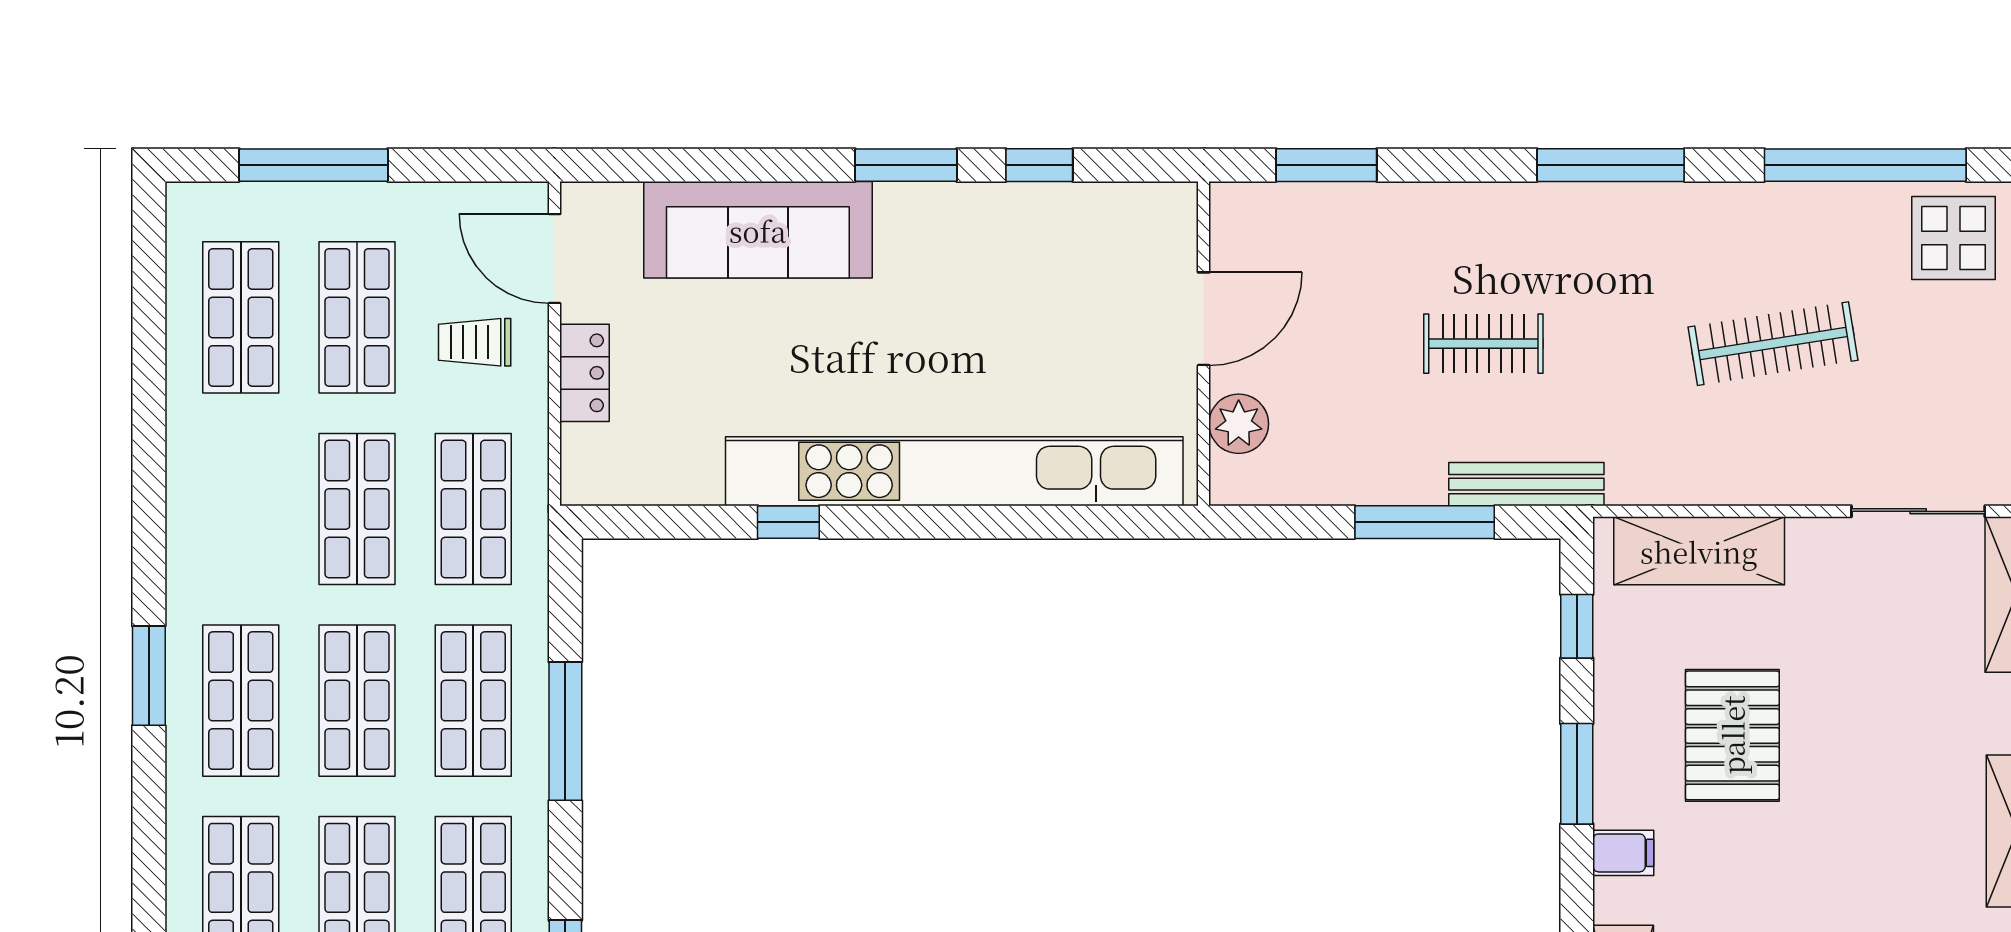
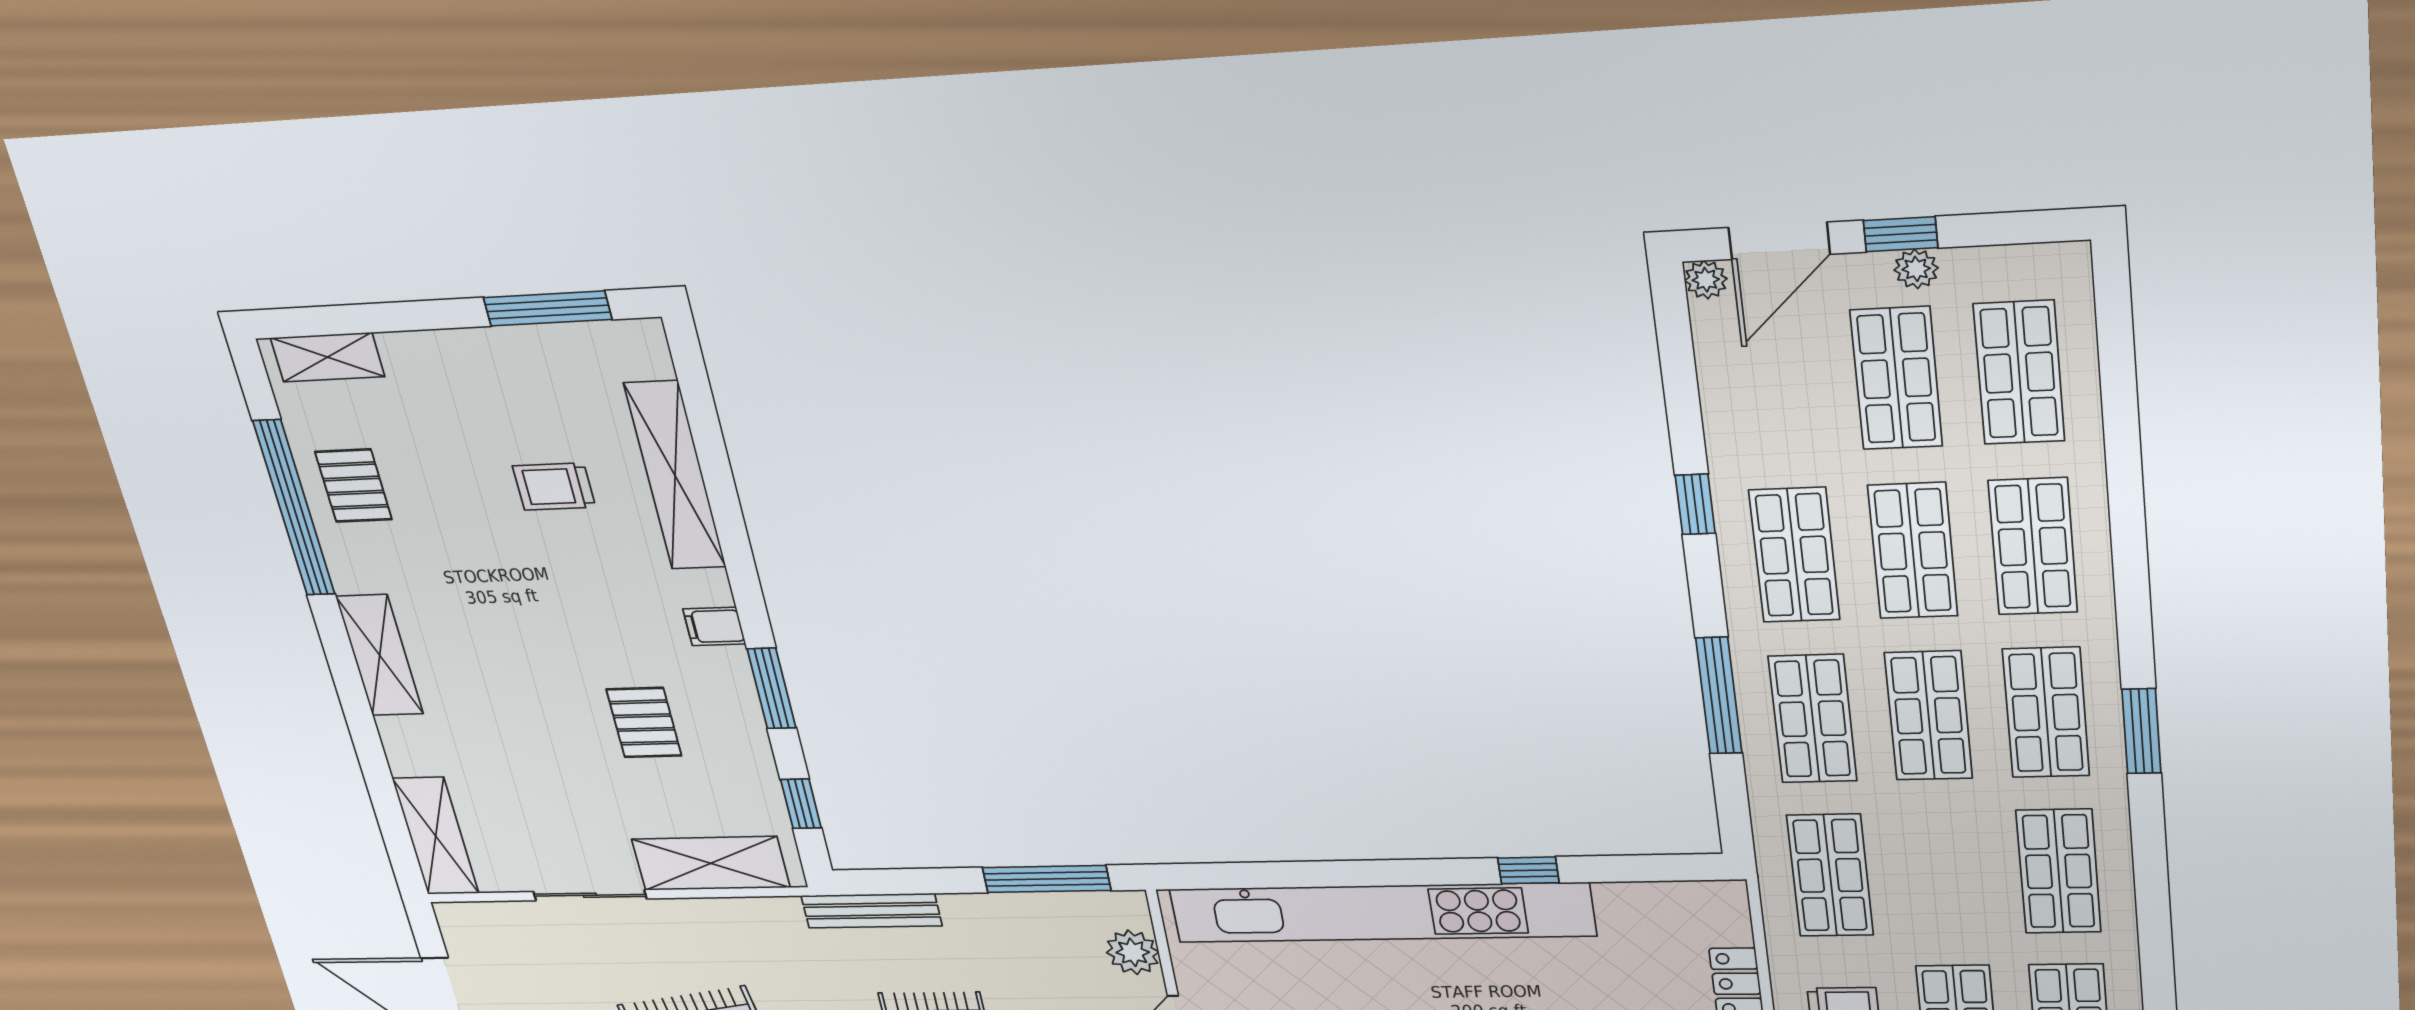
shop shelf: (357, 509) -> (2059, 871), moved
sliding door: (1918, 511) -> (590, 895), moved
window: (1425, 522) -> (1047, 879), moved
pallet: (1732, 735) -> (644, 723), width x0.67, depth x0.71

